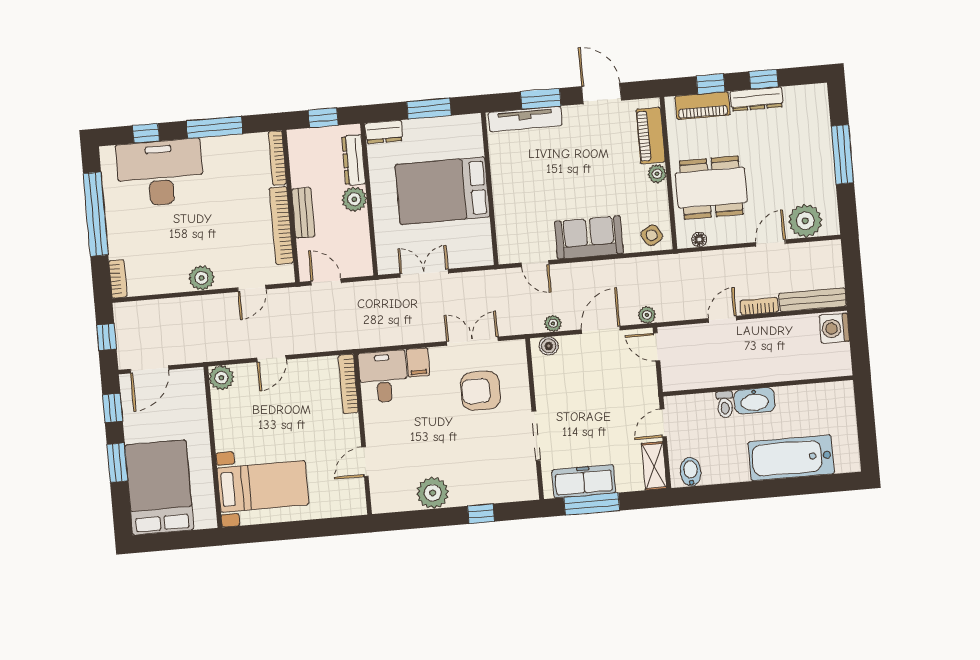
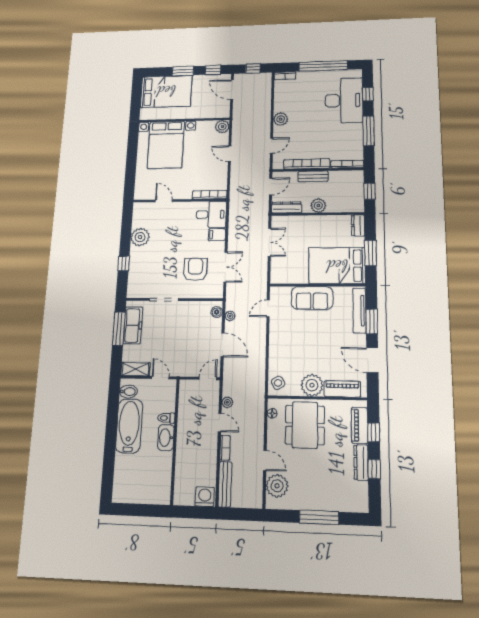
door: (601, 93) -> (372, 360), swing flipped
dresser: (354, 160) -> (286, 207), moved
plant: (657, 174) -> (312, 385), width x1.87, depth x1.87
bed: (443, 191) -> (337, 266), moved, turned -90
sofa: (589, 237) -> (312, 298), moved, turned 90
door: (252, 288) -> (271, 146), swing flipped
plant: (647, 315) -> (227, 402), moved
bathtub: (791, 458) -> (129, 426), moved
bed with nightstands: (263, 486) -> (166, 145), width x1.36

